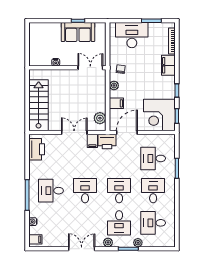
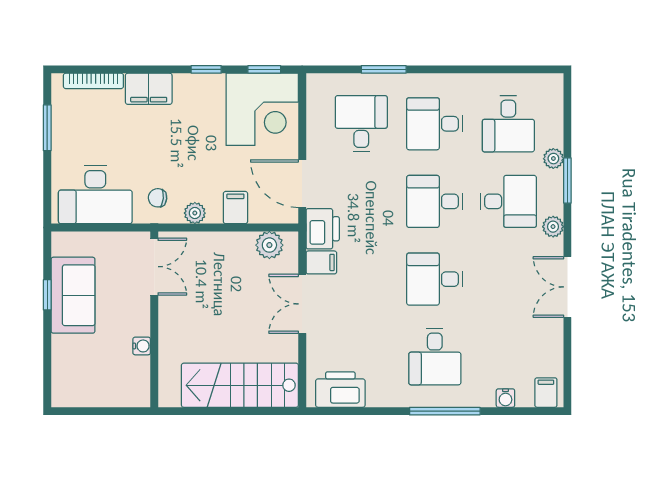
desk: (132, 35) -> (95, 195), moved, turned -90
double door: (90, 68) -> (154, 267), swing flipped
desk: (153, 158) -> (361, 124), turned 180

